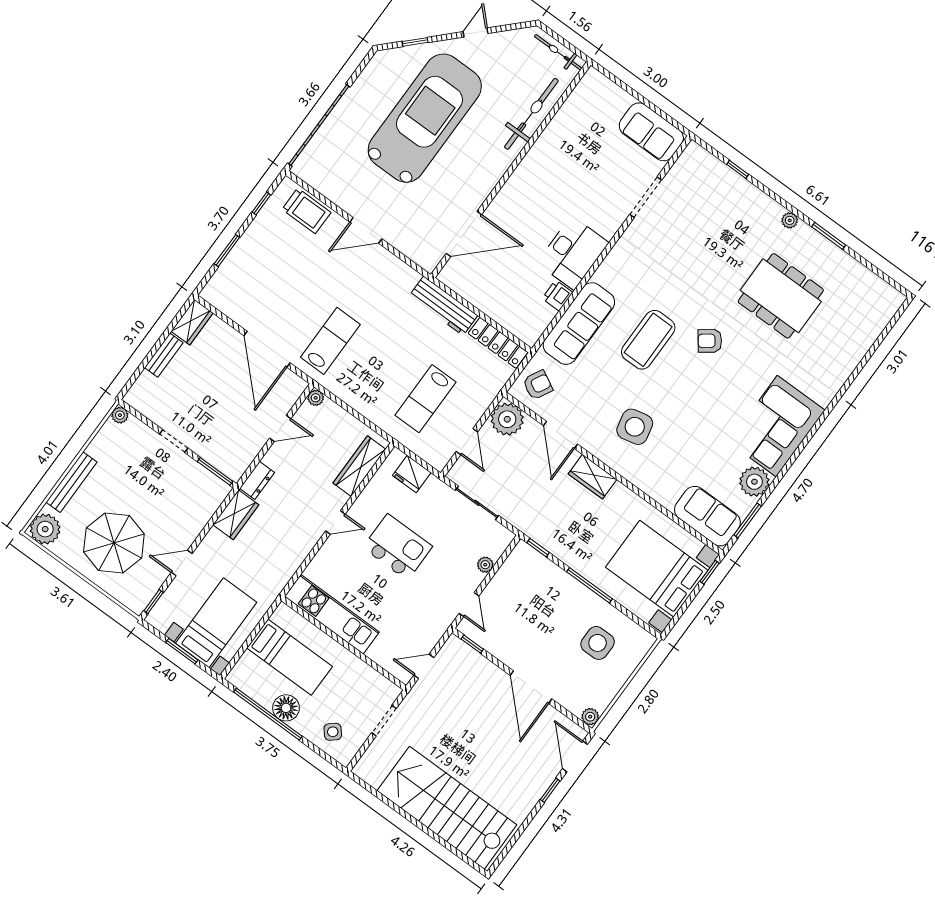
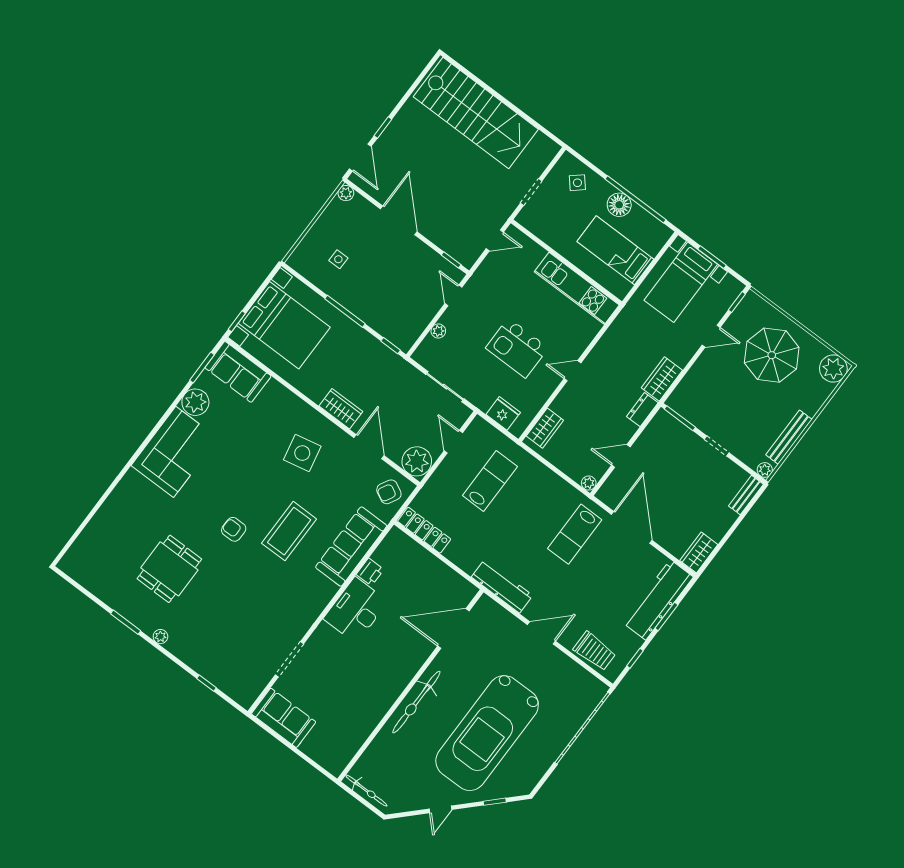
bicycle: (531, 114) -> (416, 702), moved
trolley: (306, 211) -> (595, 651), turned 180
workbench: (237, 269) -> (658, 600), added
dining table: (781, 296) -> (169, 569), width x0.73
workbench: (443, 306) -> (502, 586), moved
armchair: (710, 341) -> (234, 529), turned -143
bench: (164, 355) -> (746, 495), moved
wardrobe: (359, 466) -> (545, 428), width x0.67
bench: (71, 482) -> (789, 437), moved
side table: (598, 643) -> (338, 259), width x0.54, depth x0.54

